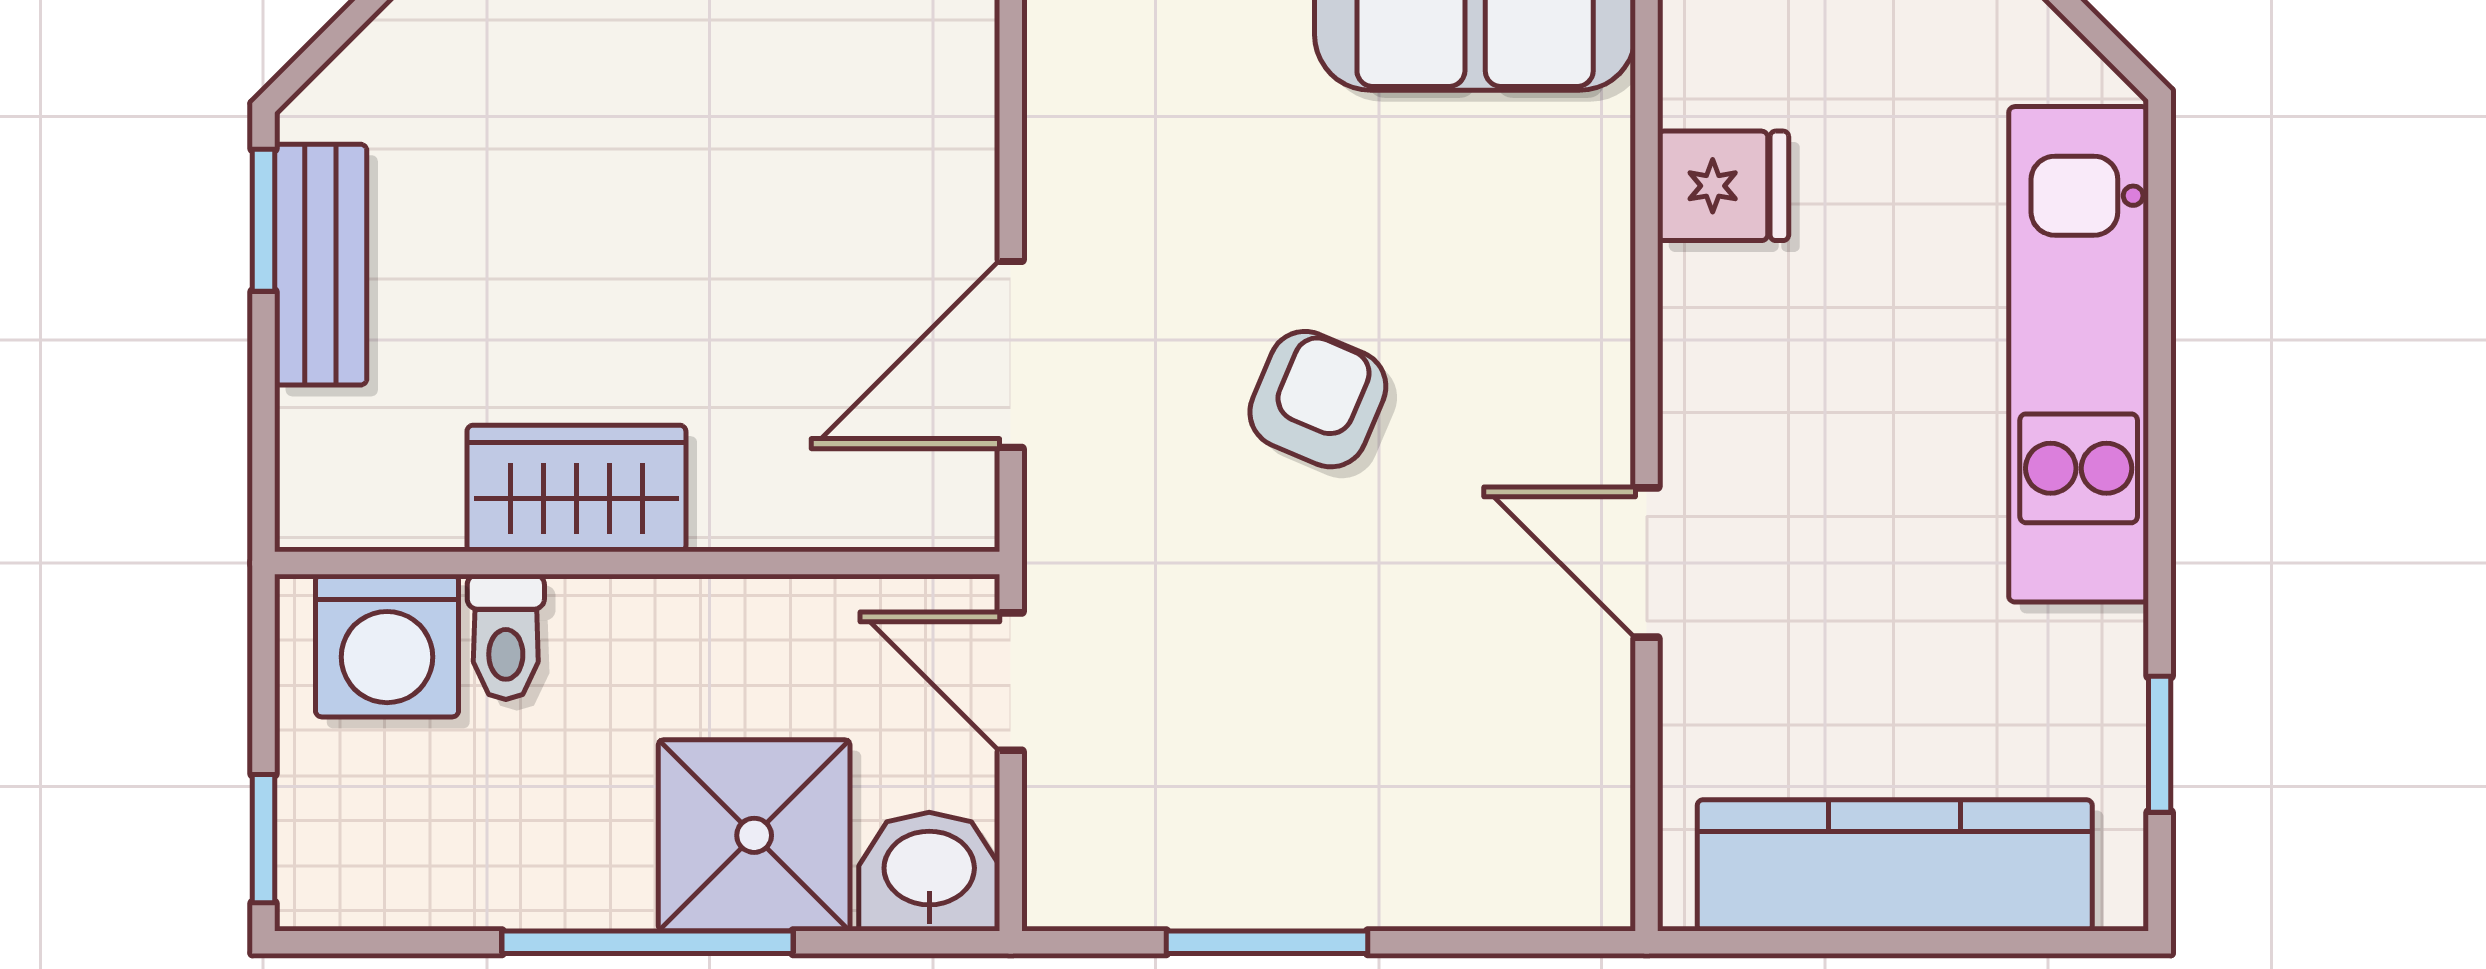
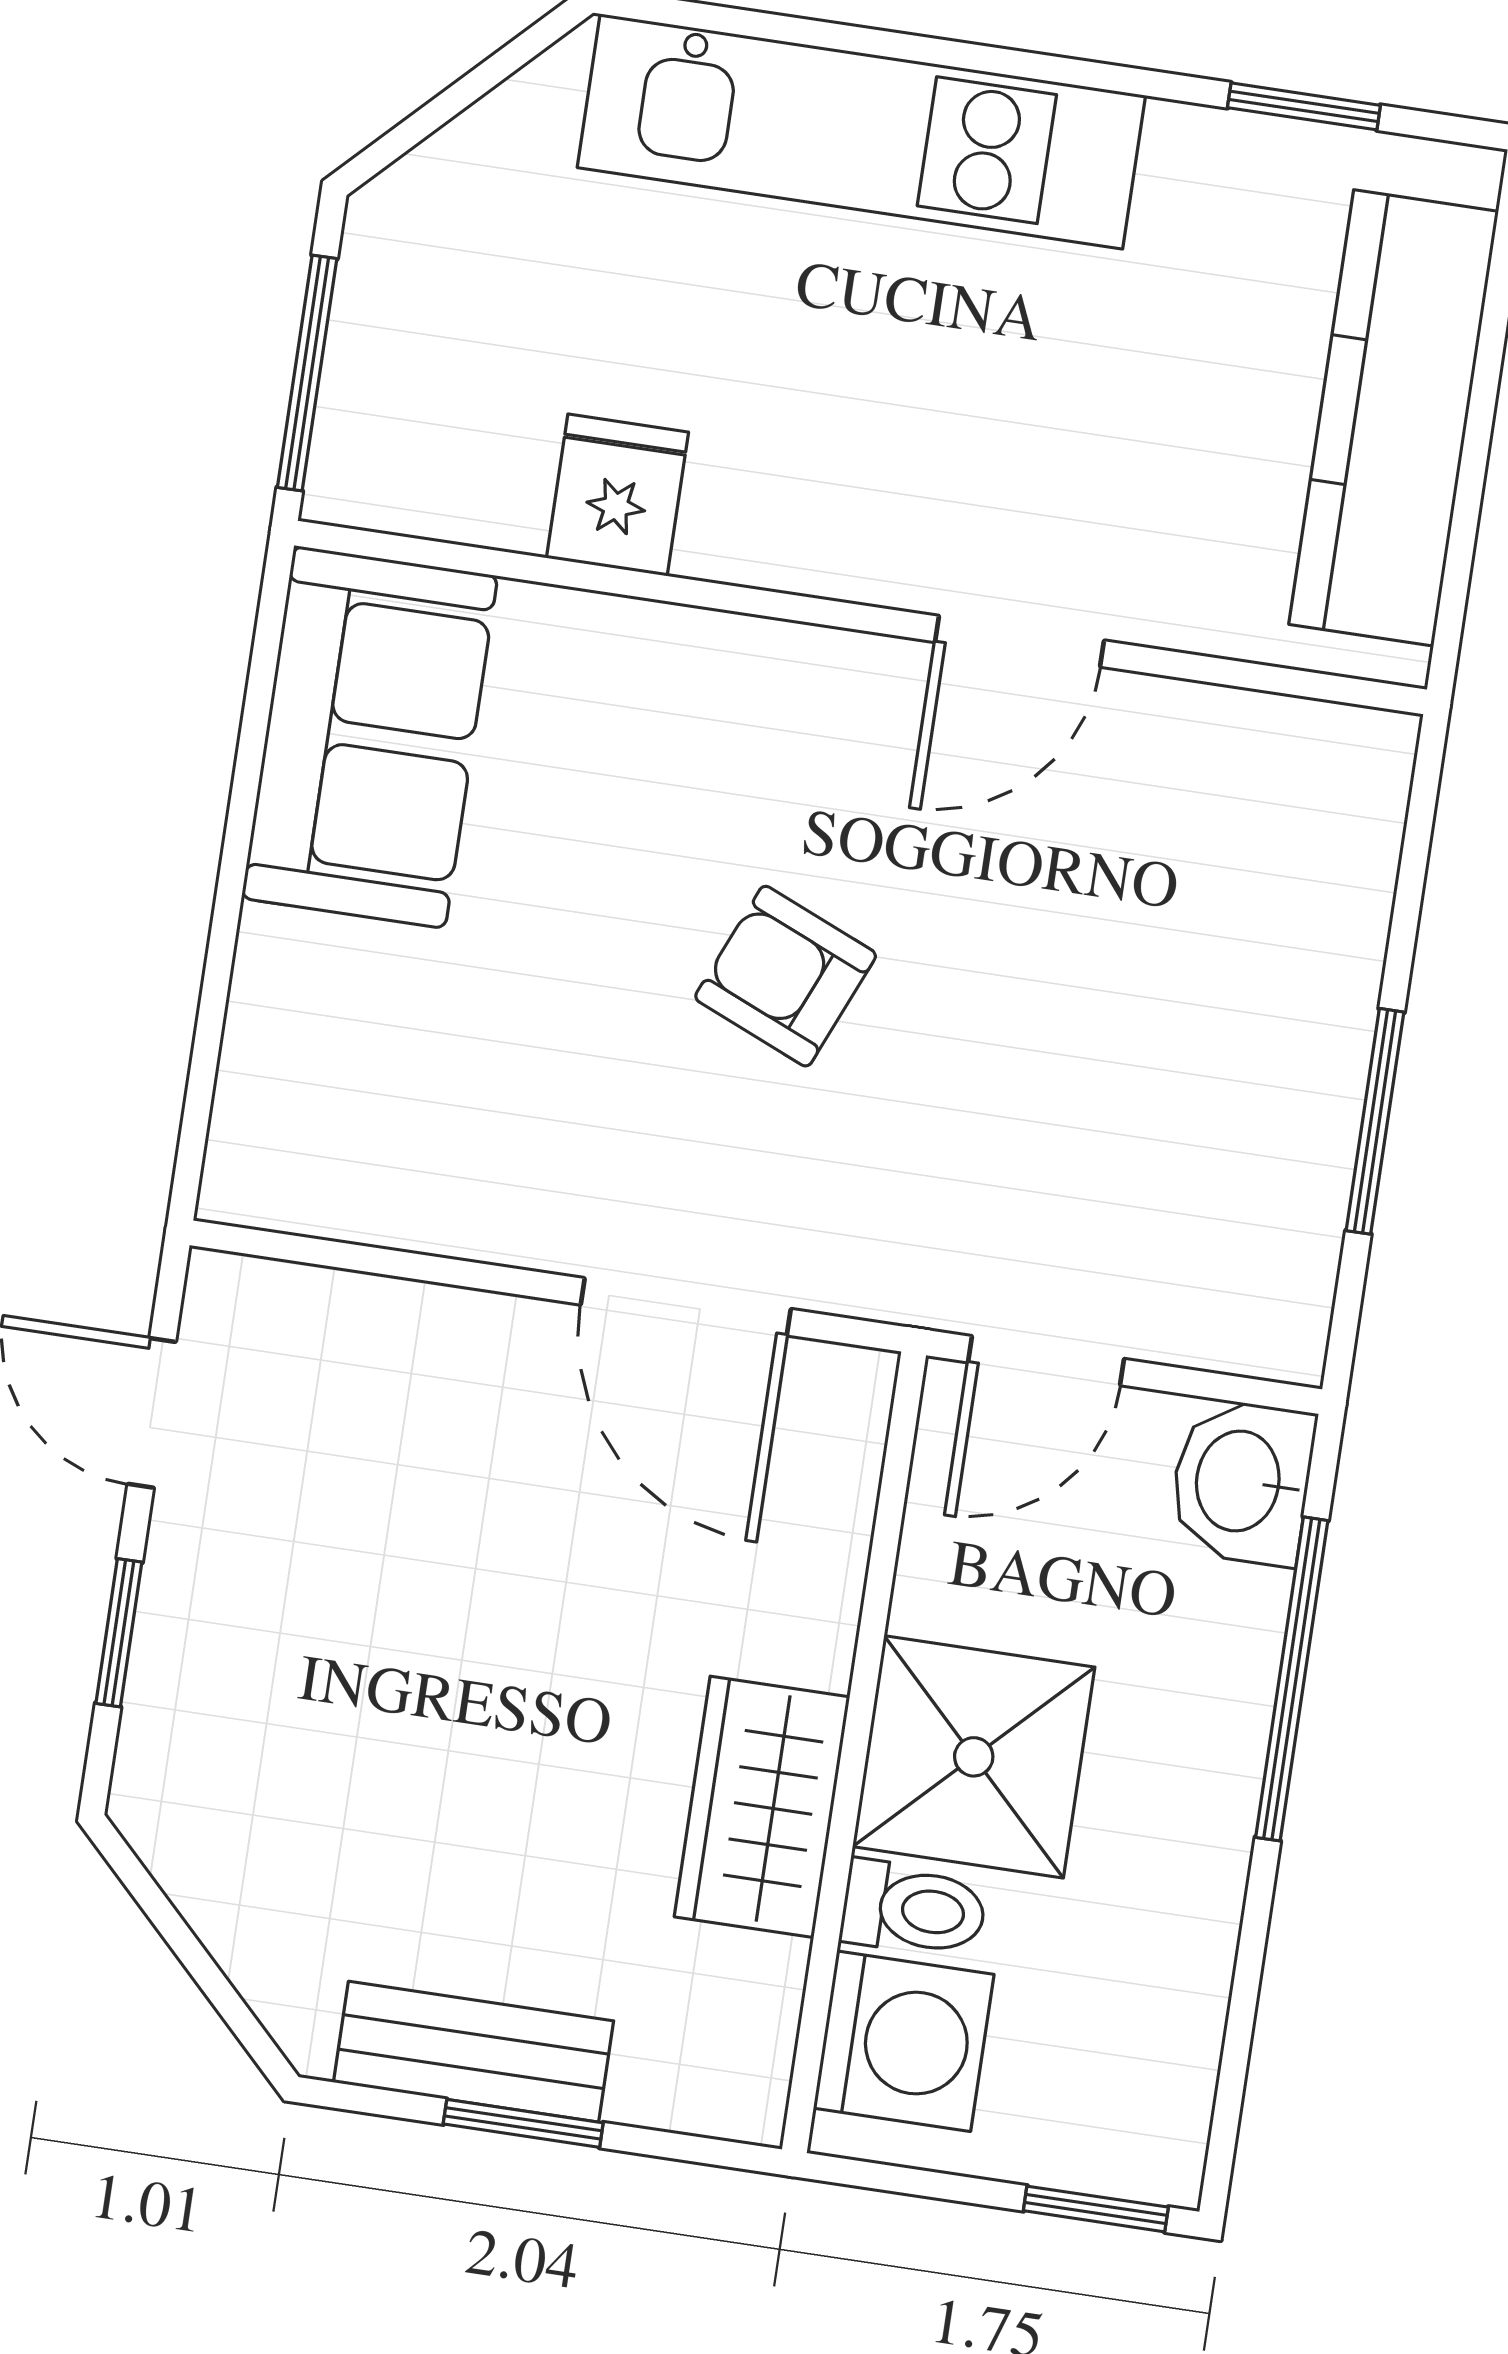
window: (263, 220) -> (523, 2123), moved
shower: (754, 835) -> (974, 1757), moved
window: (648, 942) -> (1292, 1679), moved

